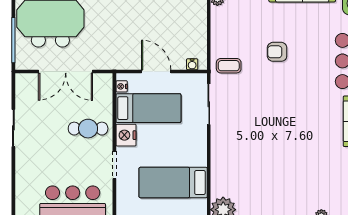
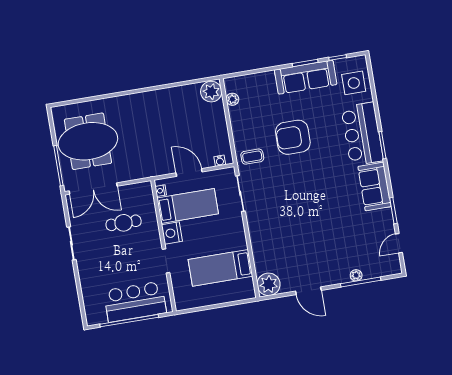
armchair: (277, 52) -> (293, 137), width x1.88, depth x1.88
double door: (66, 72) -> (93, 189), moved
cafe table: (88, 129) -> (124, 223), moved

